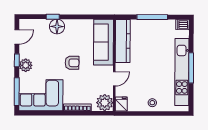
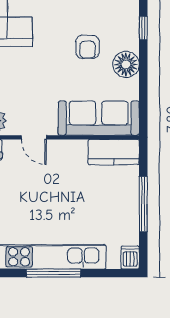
floor lamp: (57, 27) -> (126, 64), moved
kitchen counter: (123, 41) -> (114, 152), width x0.67
armchair: (72, 63) -> (87, 47), moved

